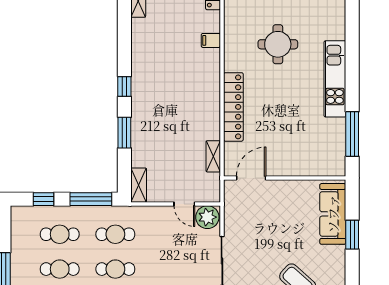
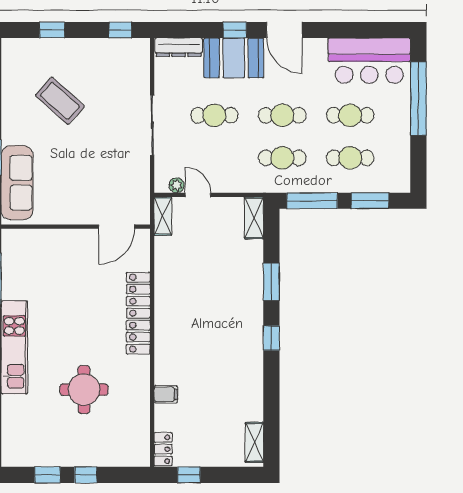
shelving: (213, 156) -> (163, 216), moved
window: (43, 199) -> (370, 201), width x1.50
plant: (207, 217) -> (177, 185), width x0.53, depth x0.53
cafe table: (171, 269) -> (214, 115), added

